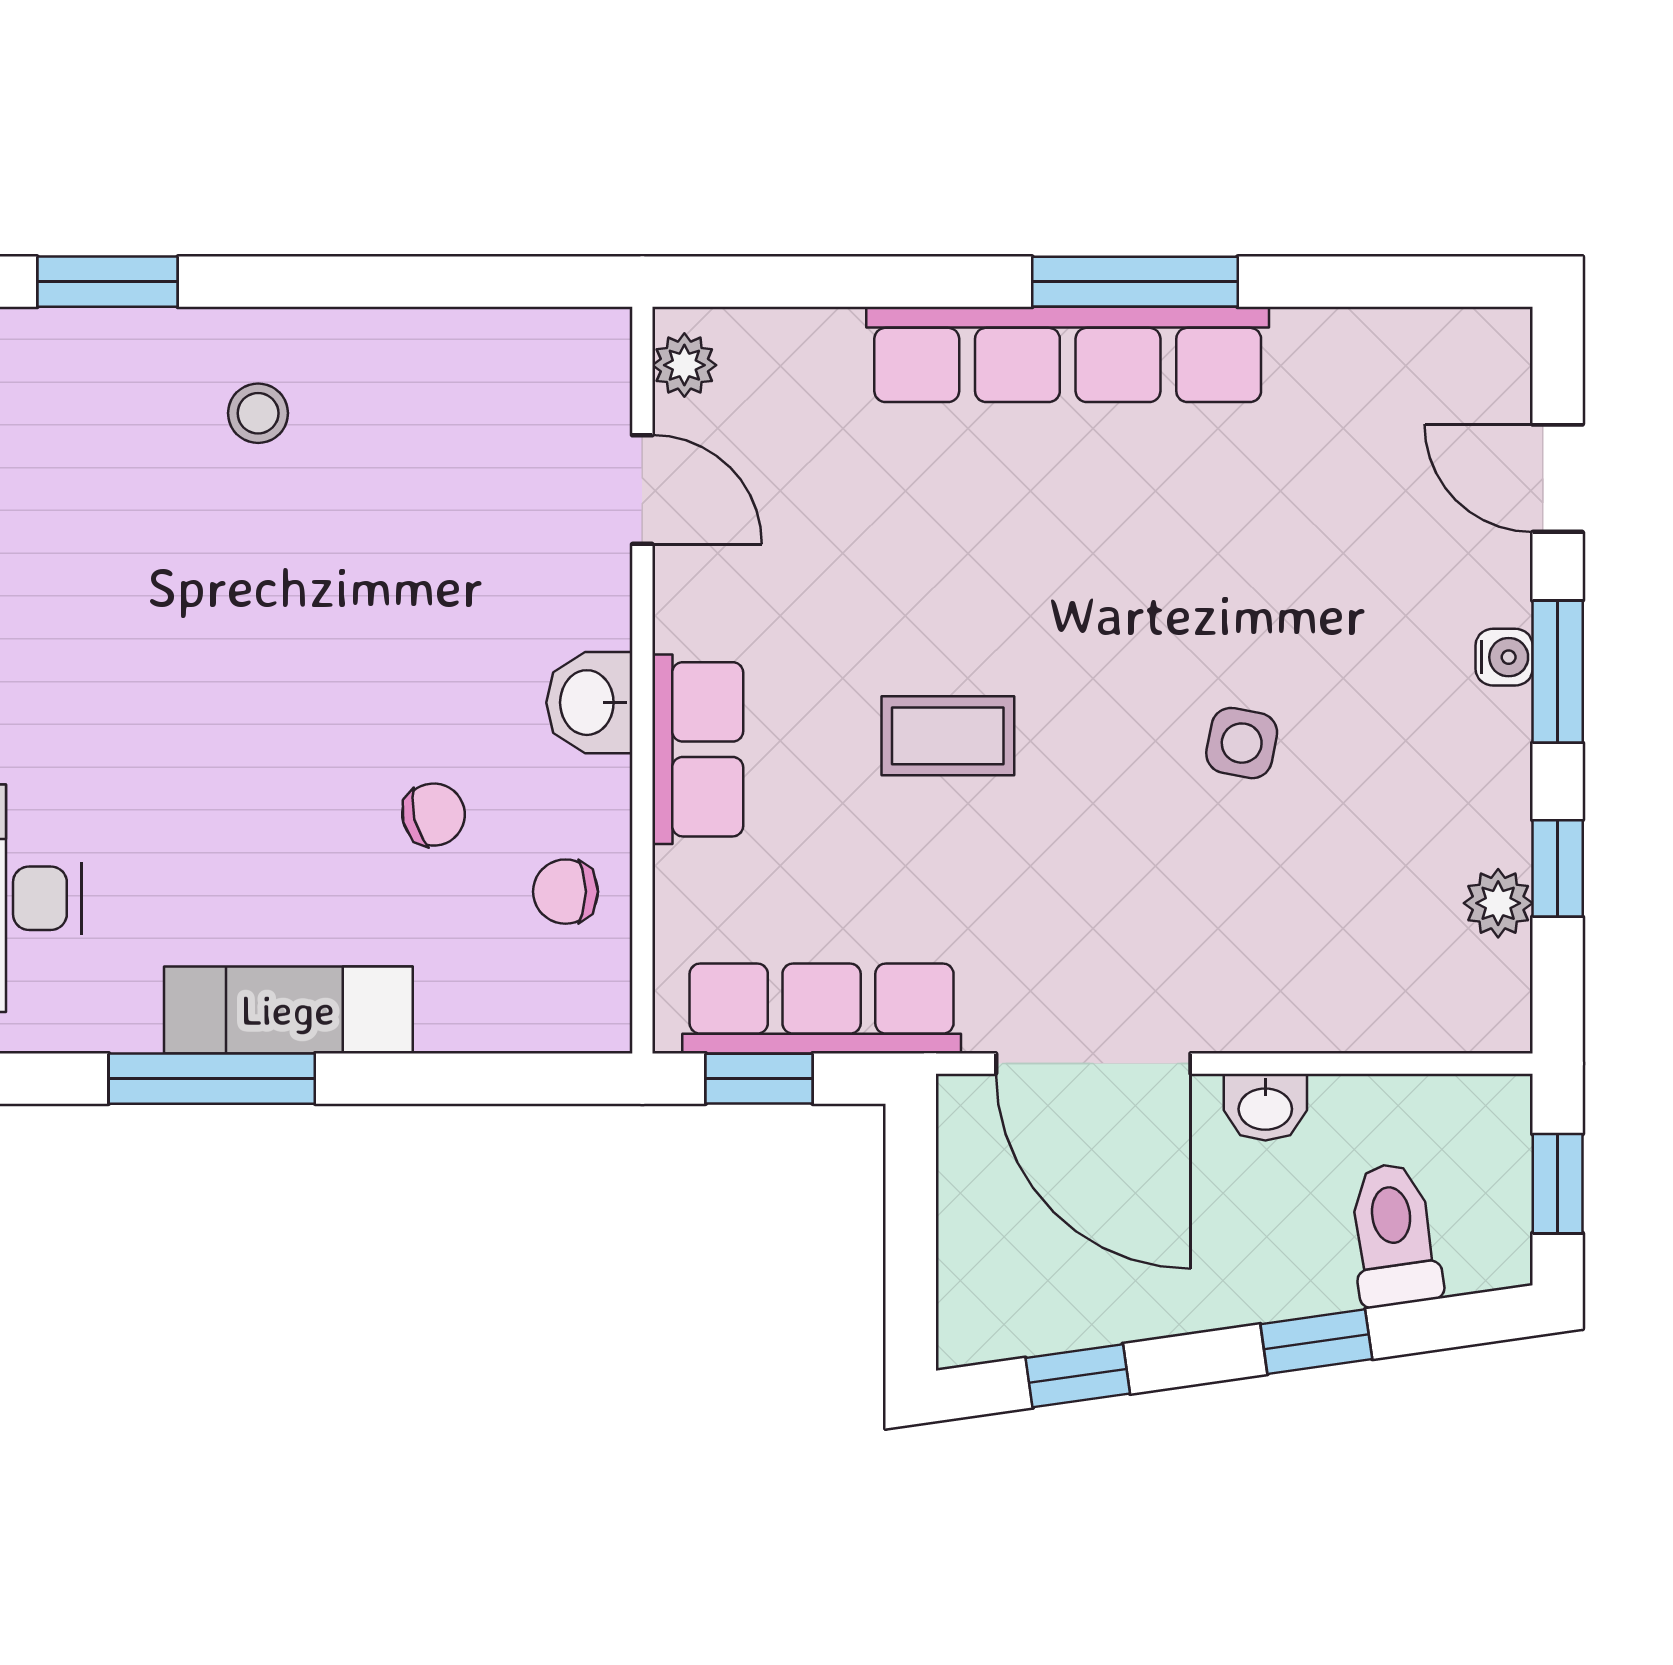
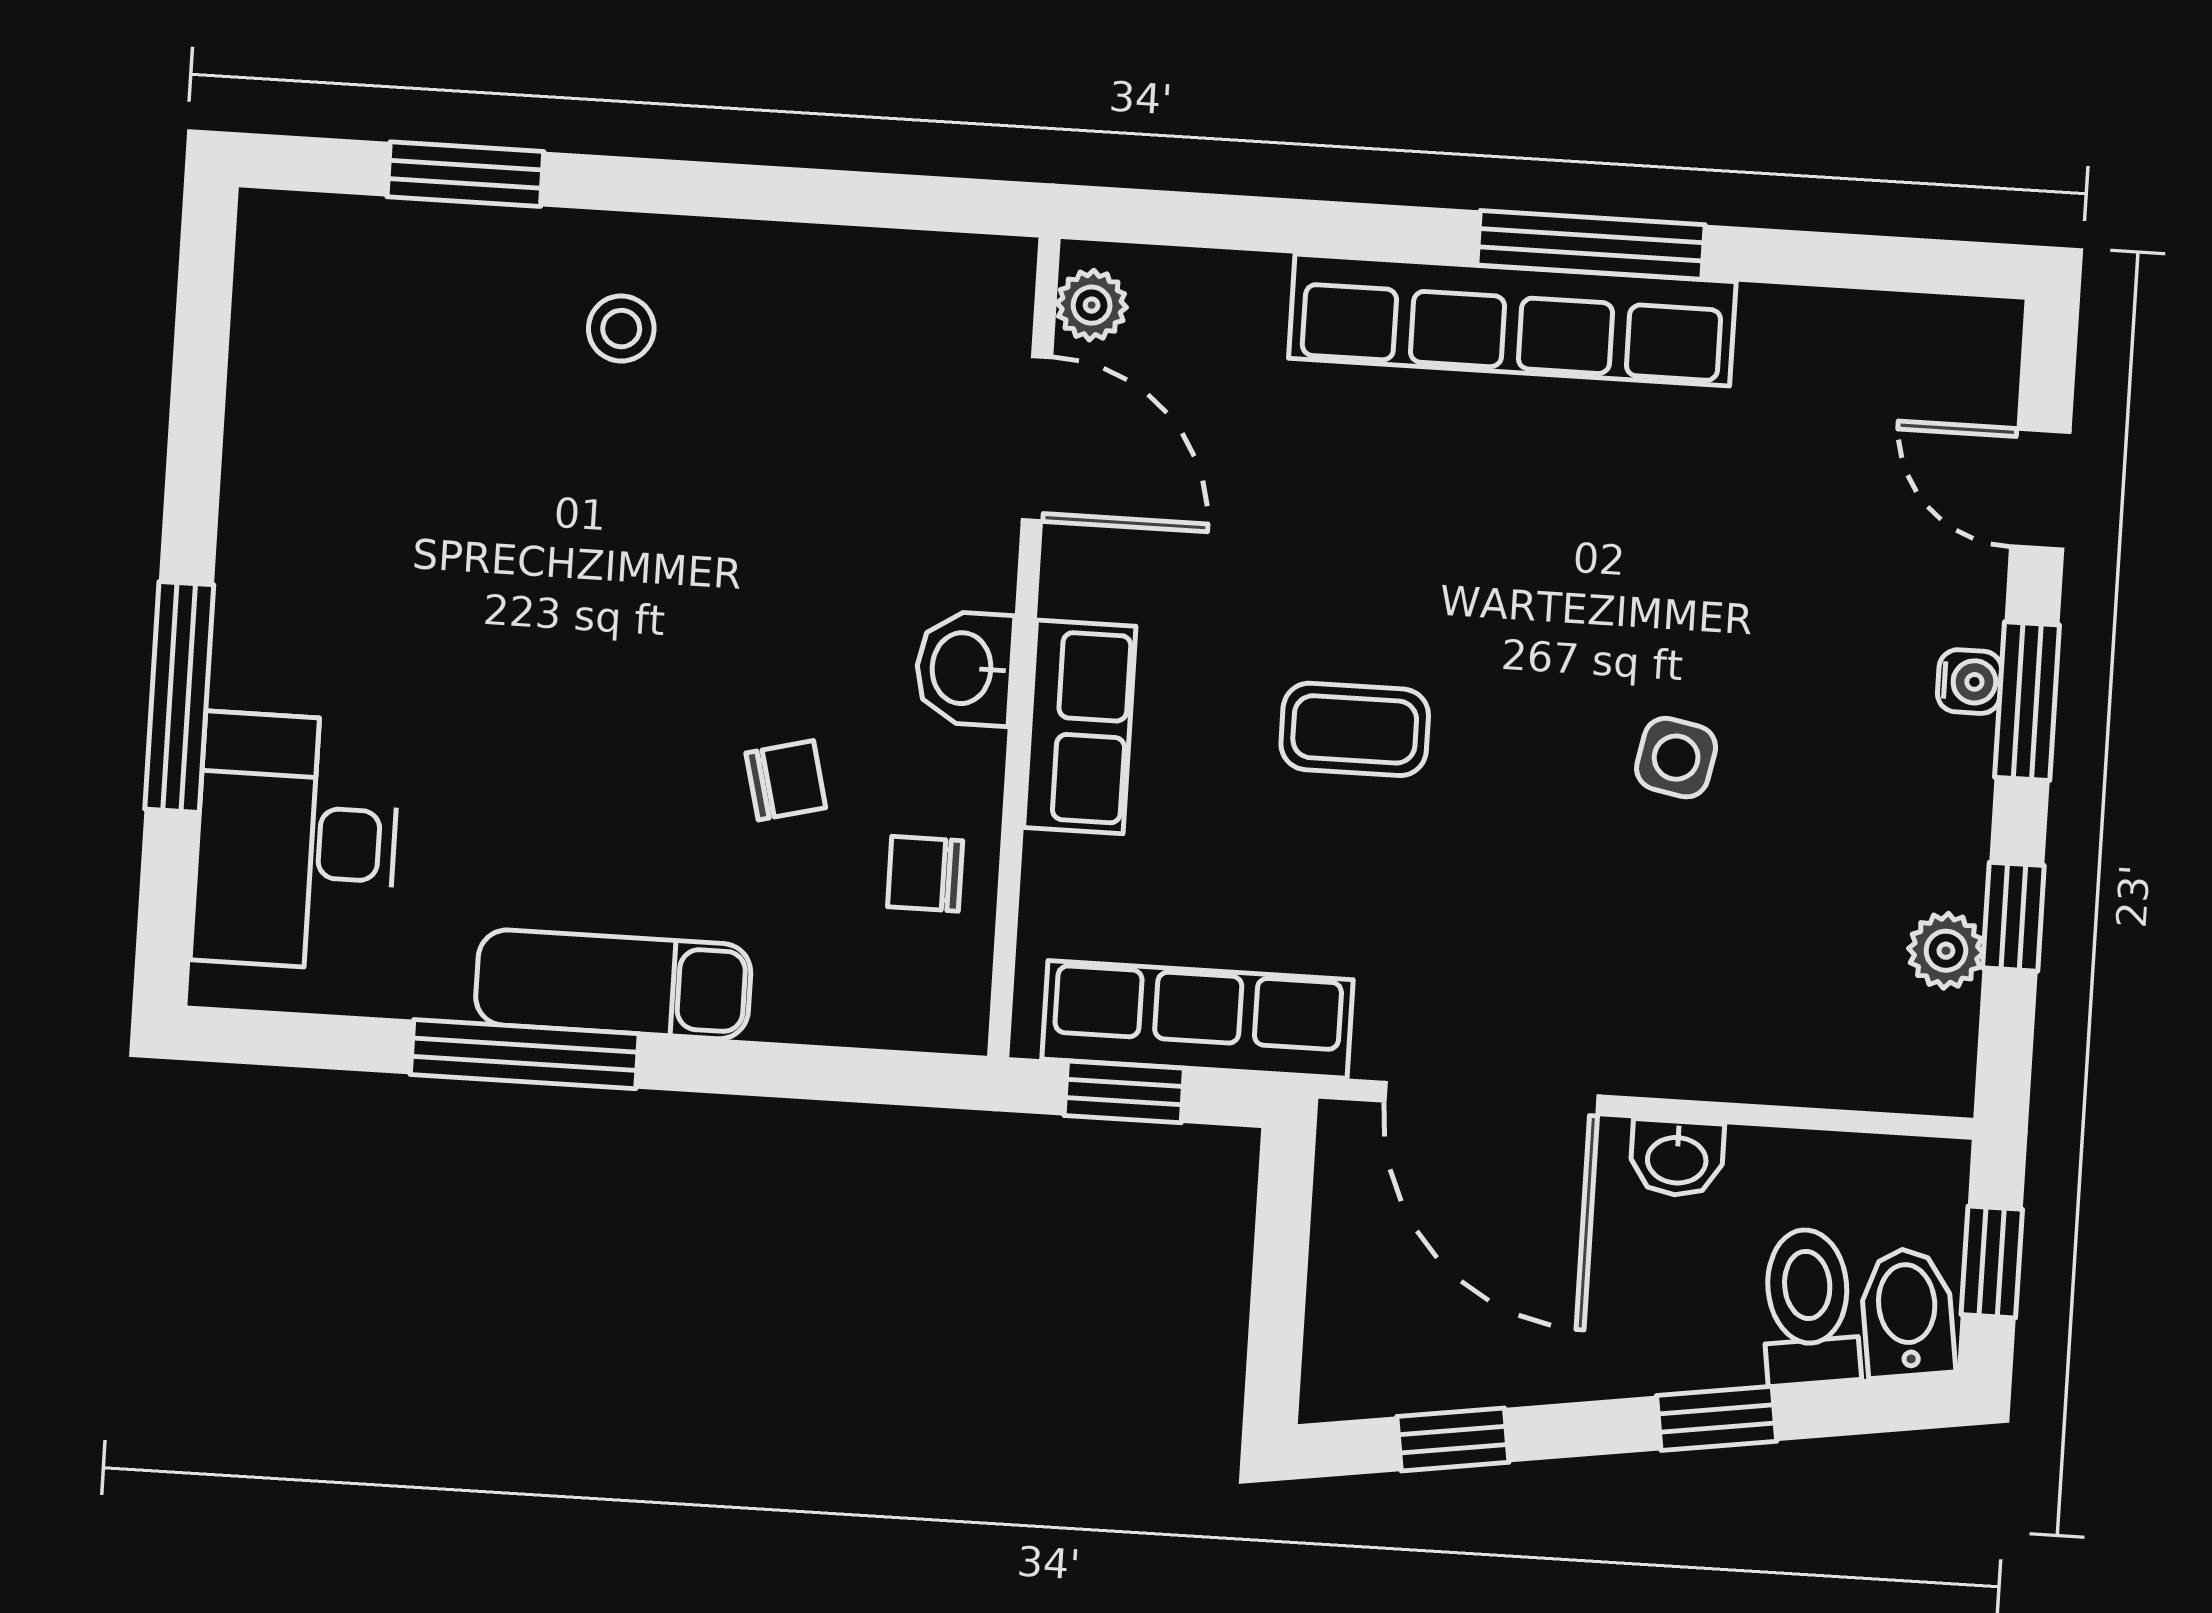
door: (642, 490) -> (1037, 439), width x1.38
bidet: (1484, 1234) -> (1907, 1312), added

